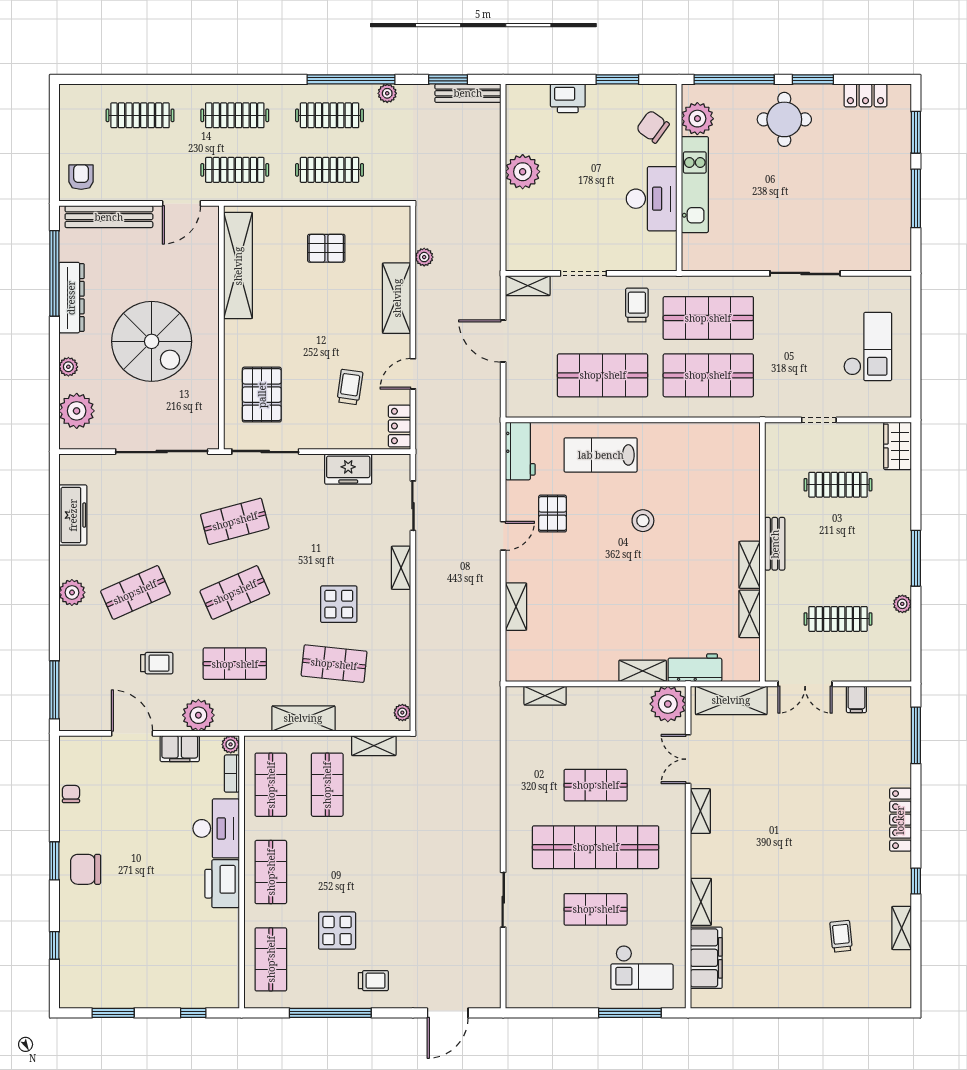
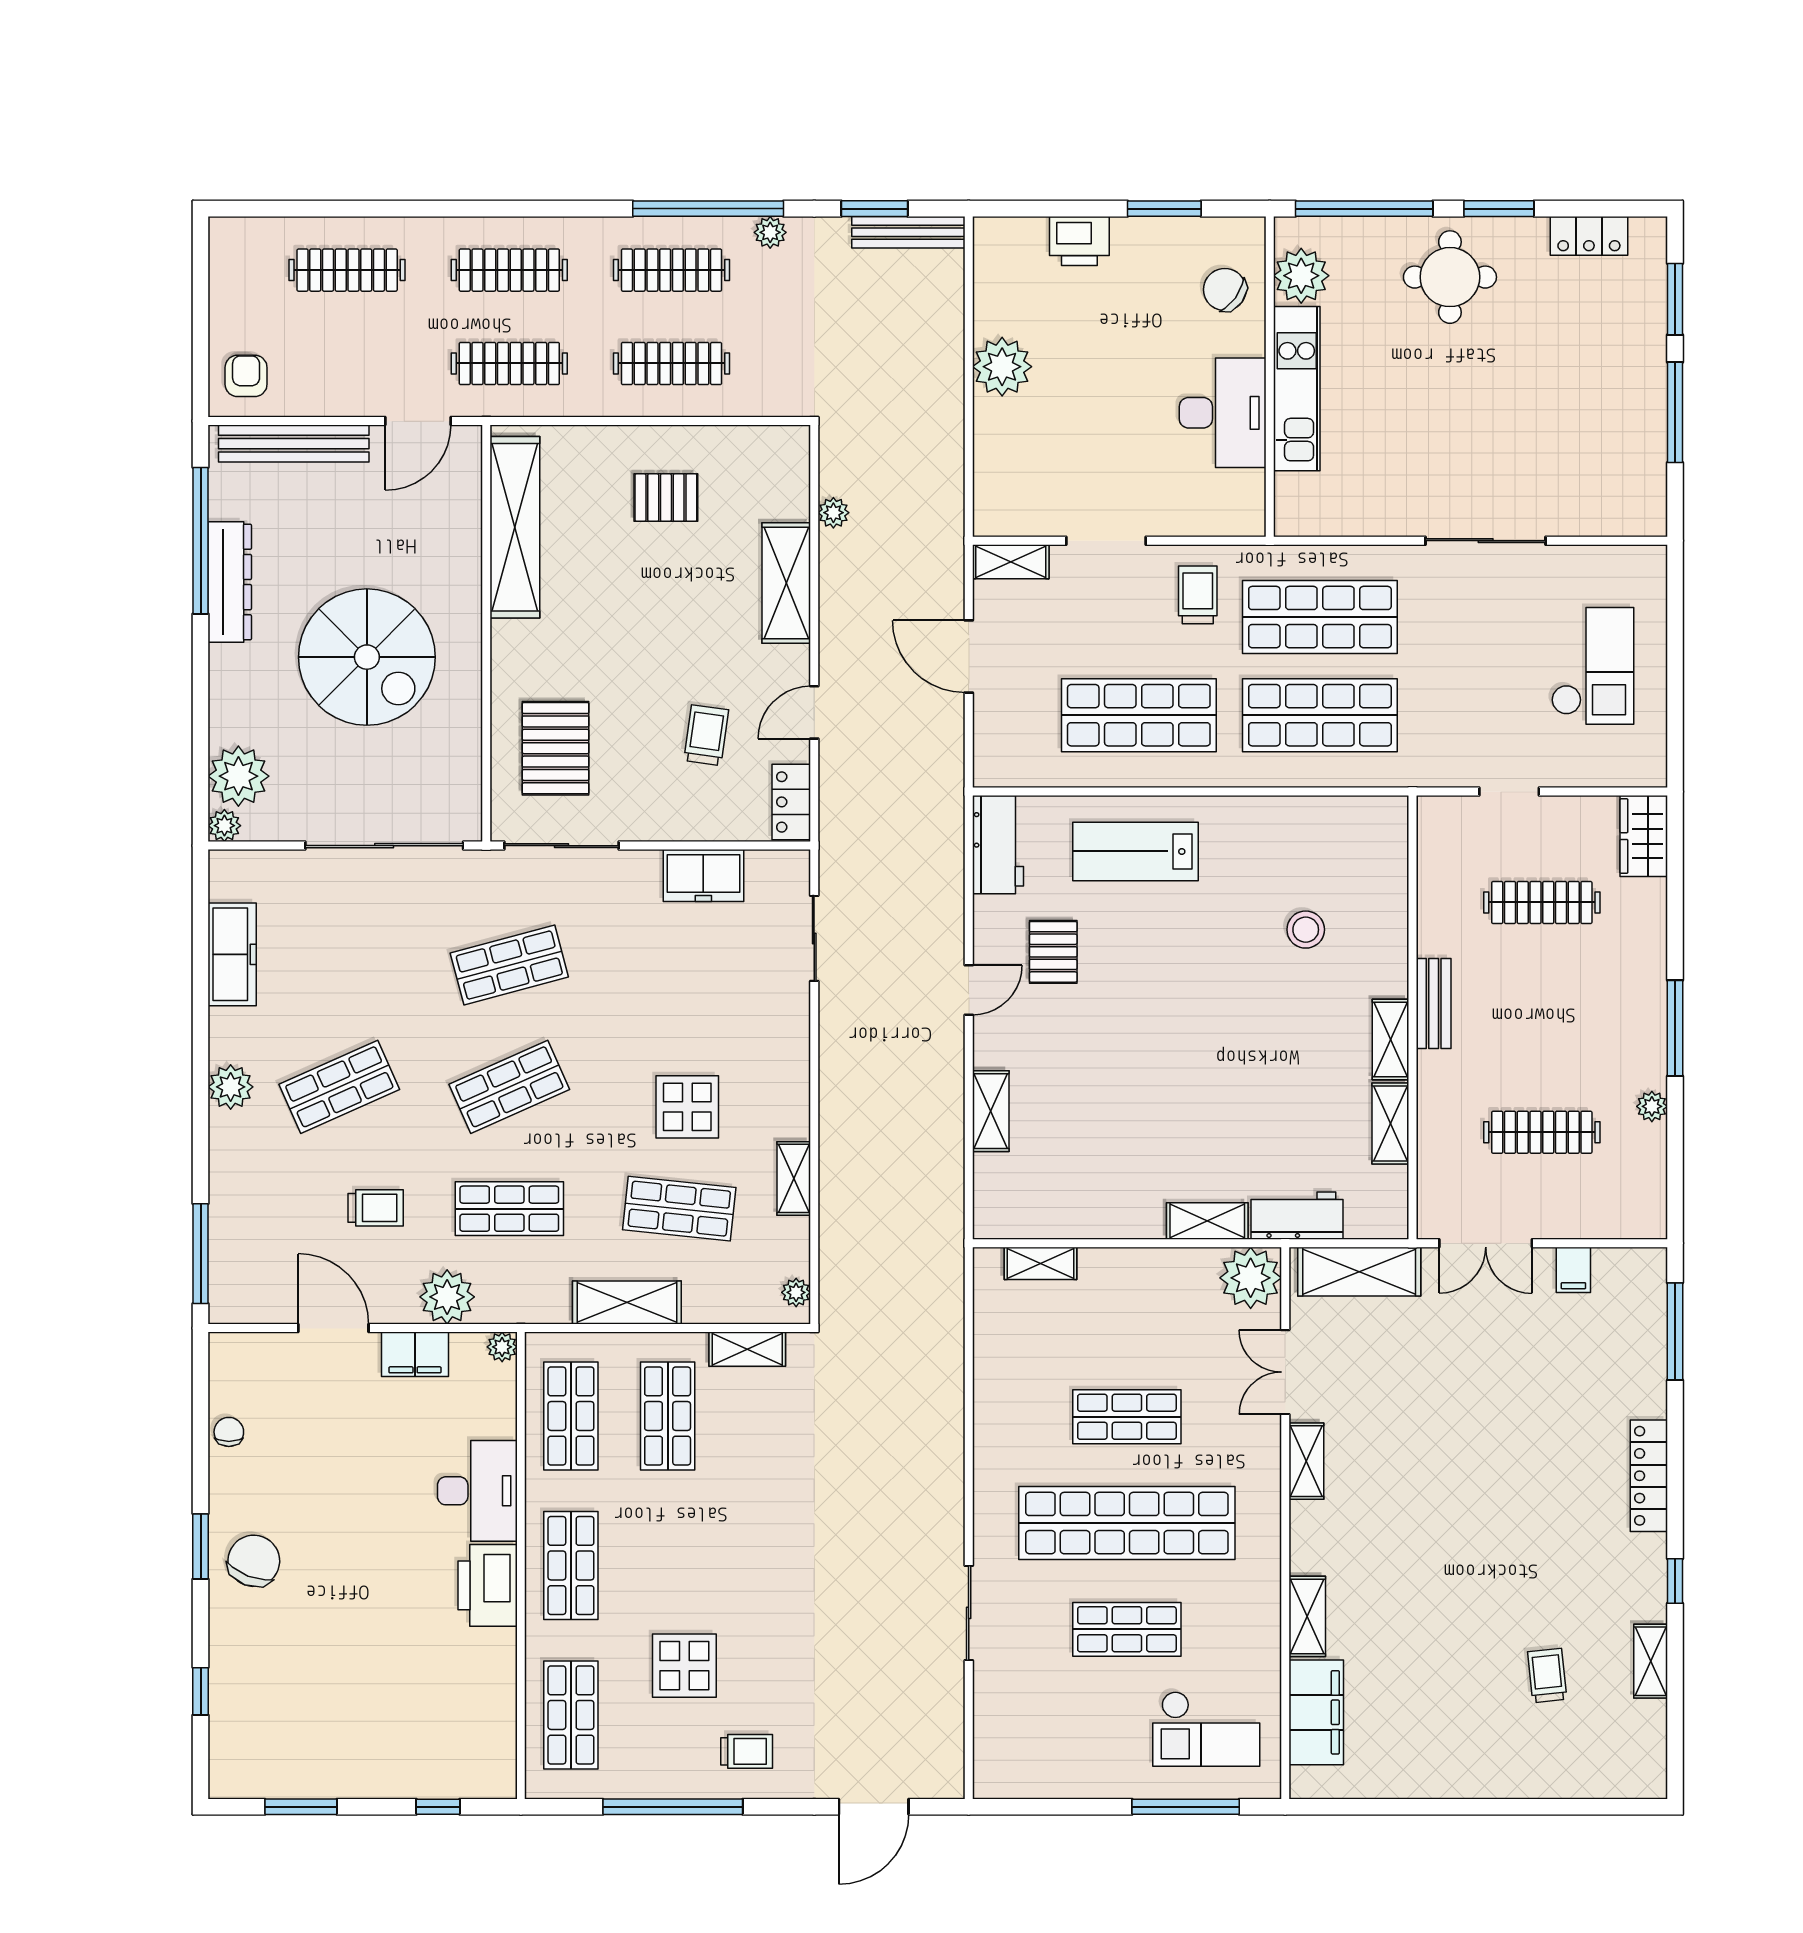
plant: (68, 367) -> (224, 826), moved
stool: (643, 521) -> (1306, 930), moved
shelving: (401, 568) -> (794, 1178), moved
bookcase: (232, 774) -> (504, 1397), removed
chair: (86, 869) -> (254, 1561), turned 111

